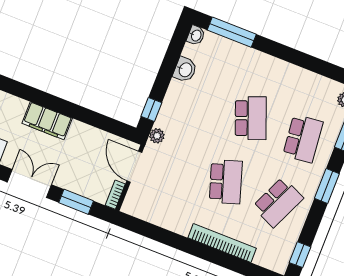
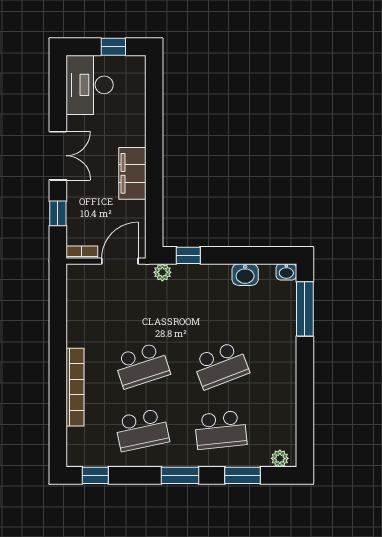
filing cabinet: (47, 121) -> (132, 173), moved
window: (76, 202) -> (58, 213), width x0.67
school desk: (278, 202) -> (142, 430), turned -36

